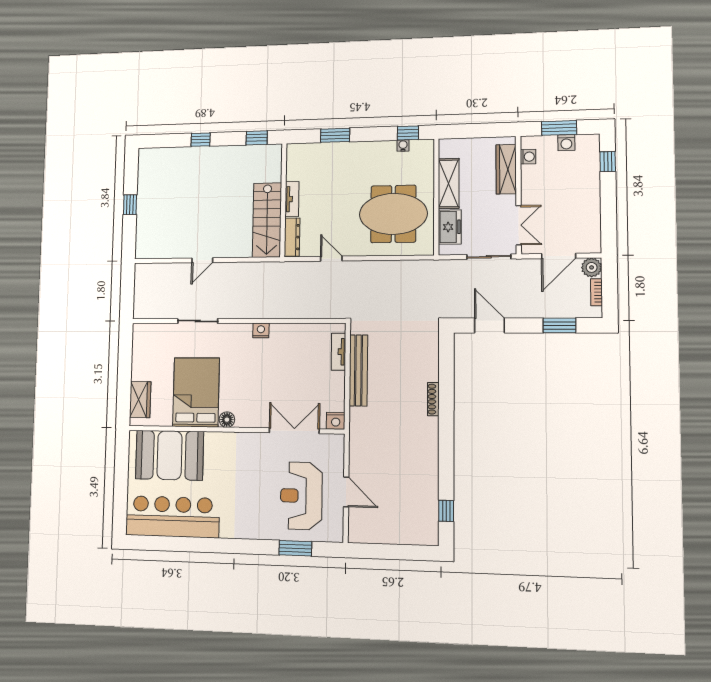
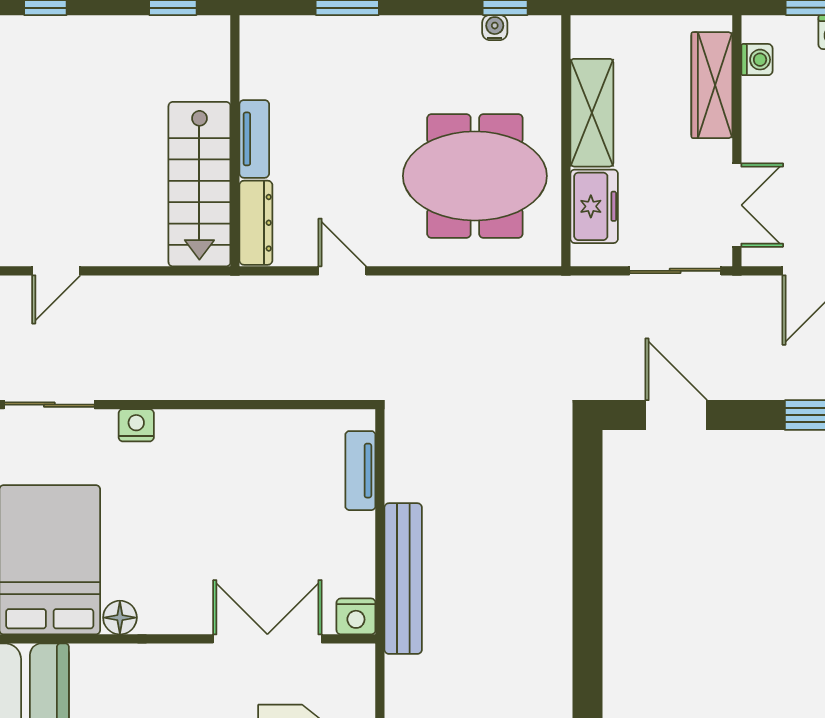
nightstand: (261, 330) -> (136, 425), moved
bench: (358, 370) -> (403, 579), moved
shoe rack: (433, 399) -> (561, 569), removed

